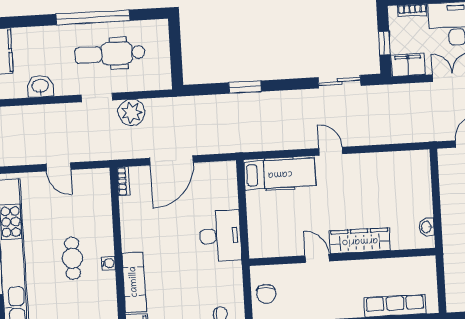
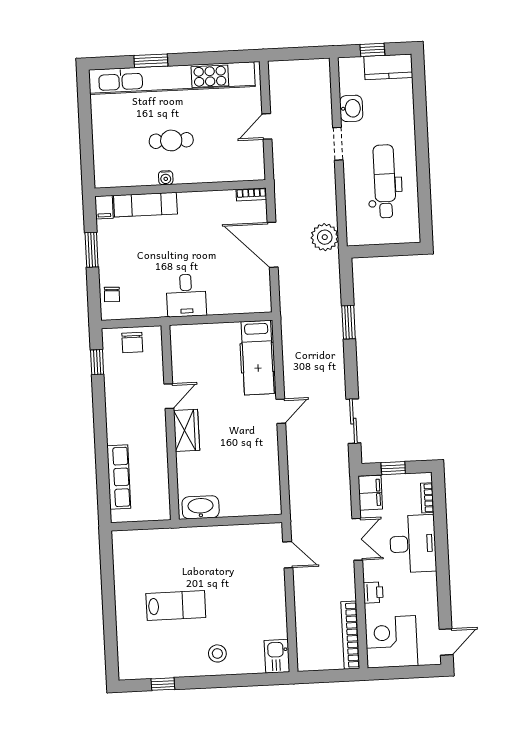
window: (93, 17) -> (423, 164), removed
doorway: (97, 97) -> (338, 144), moved
plant: (132, 112) -> (325, 237), moved
washbasin: (427, 227) -> (201, 507), width x1.91, depth x1.45
desk: (220, 236) -> (186, 295), width x0.73
wardrobe: (360, 241) -> (186, 430), width x0.67
chair: (266, 294) -> (132, 343), turned -90

